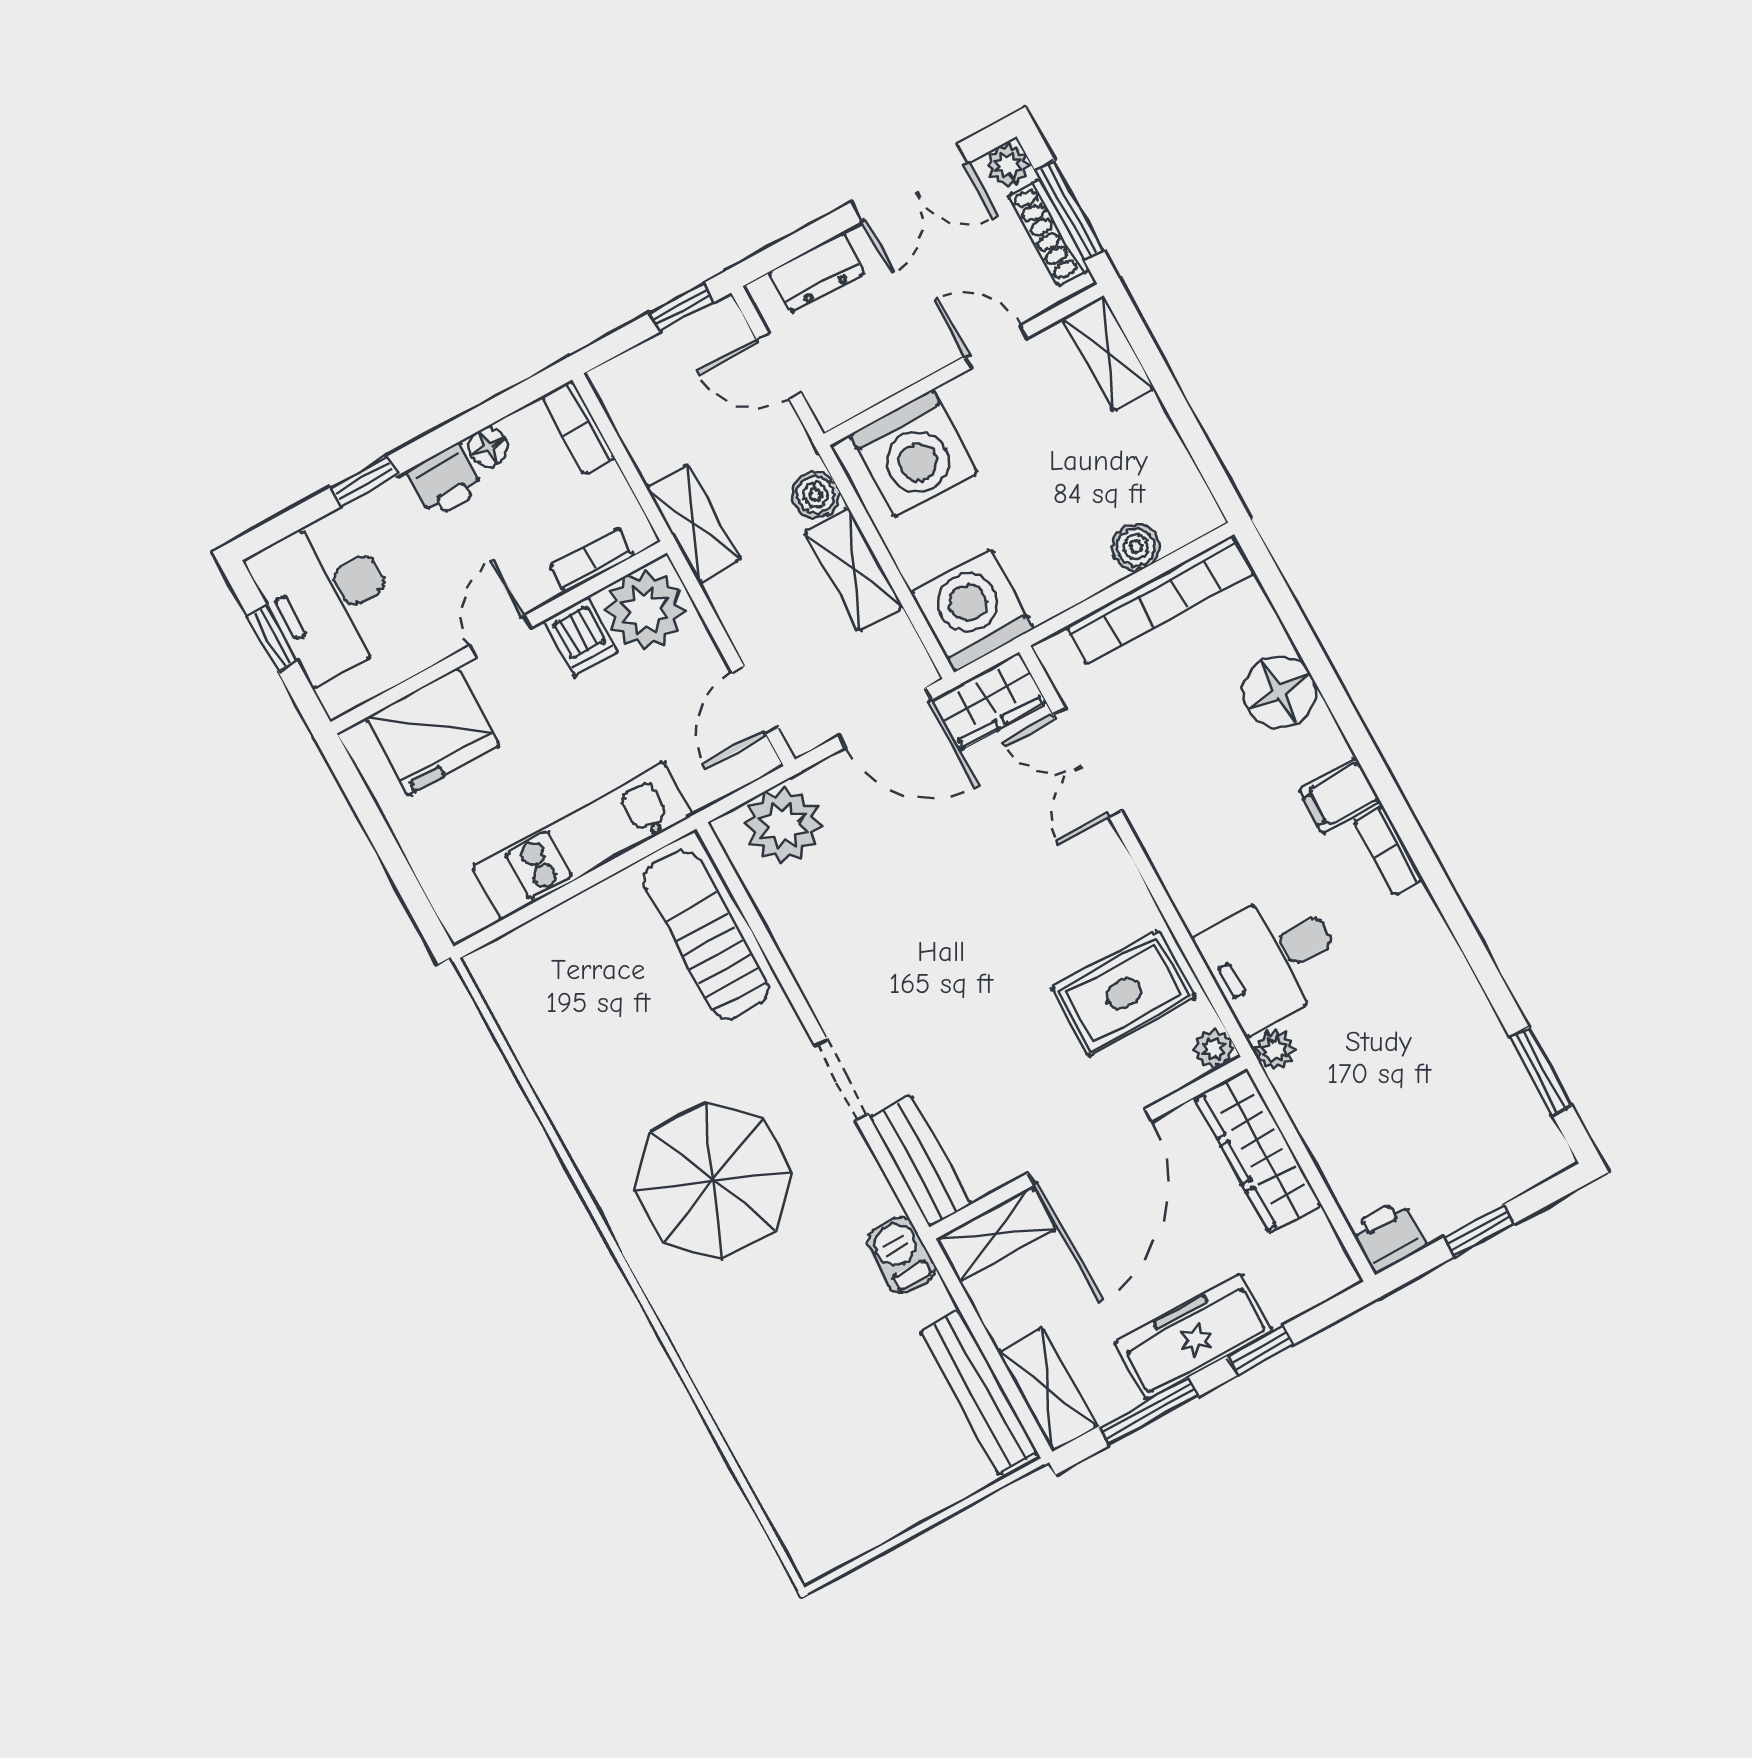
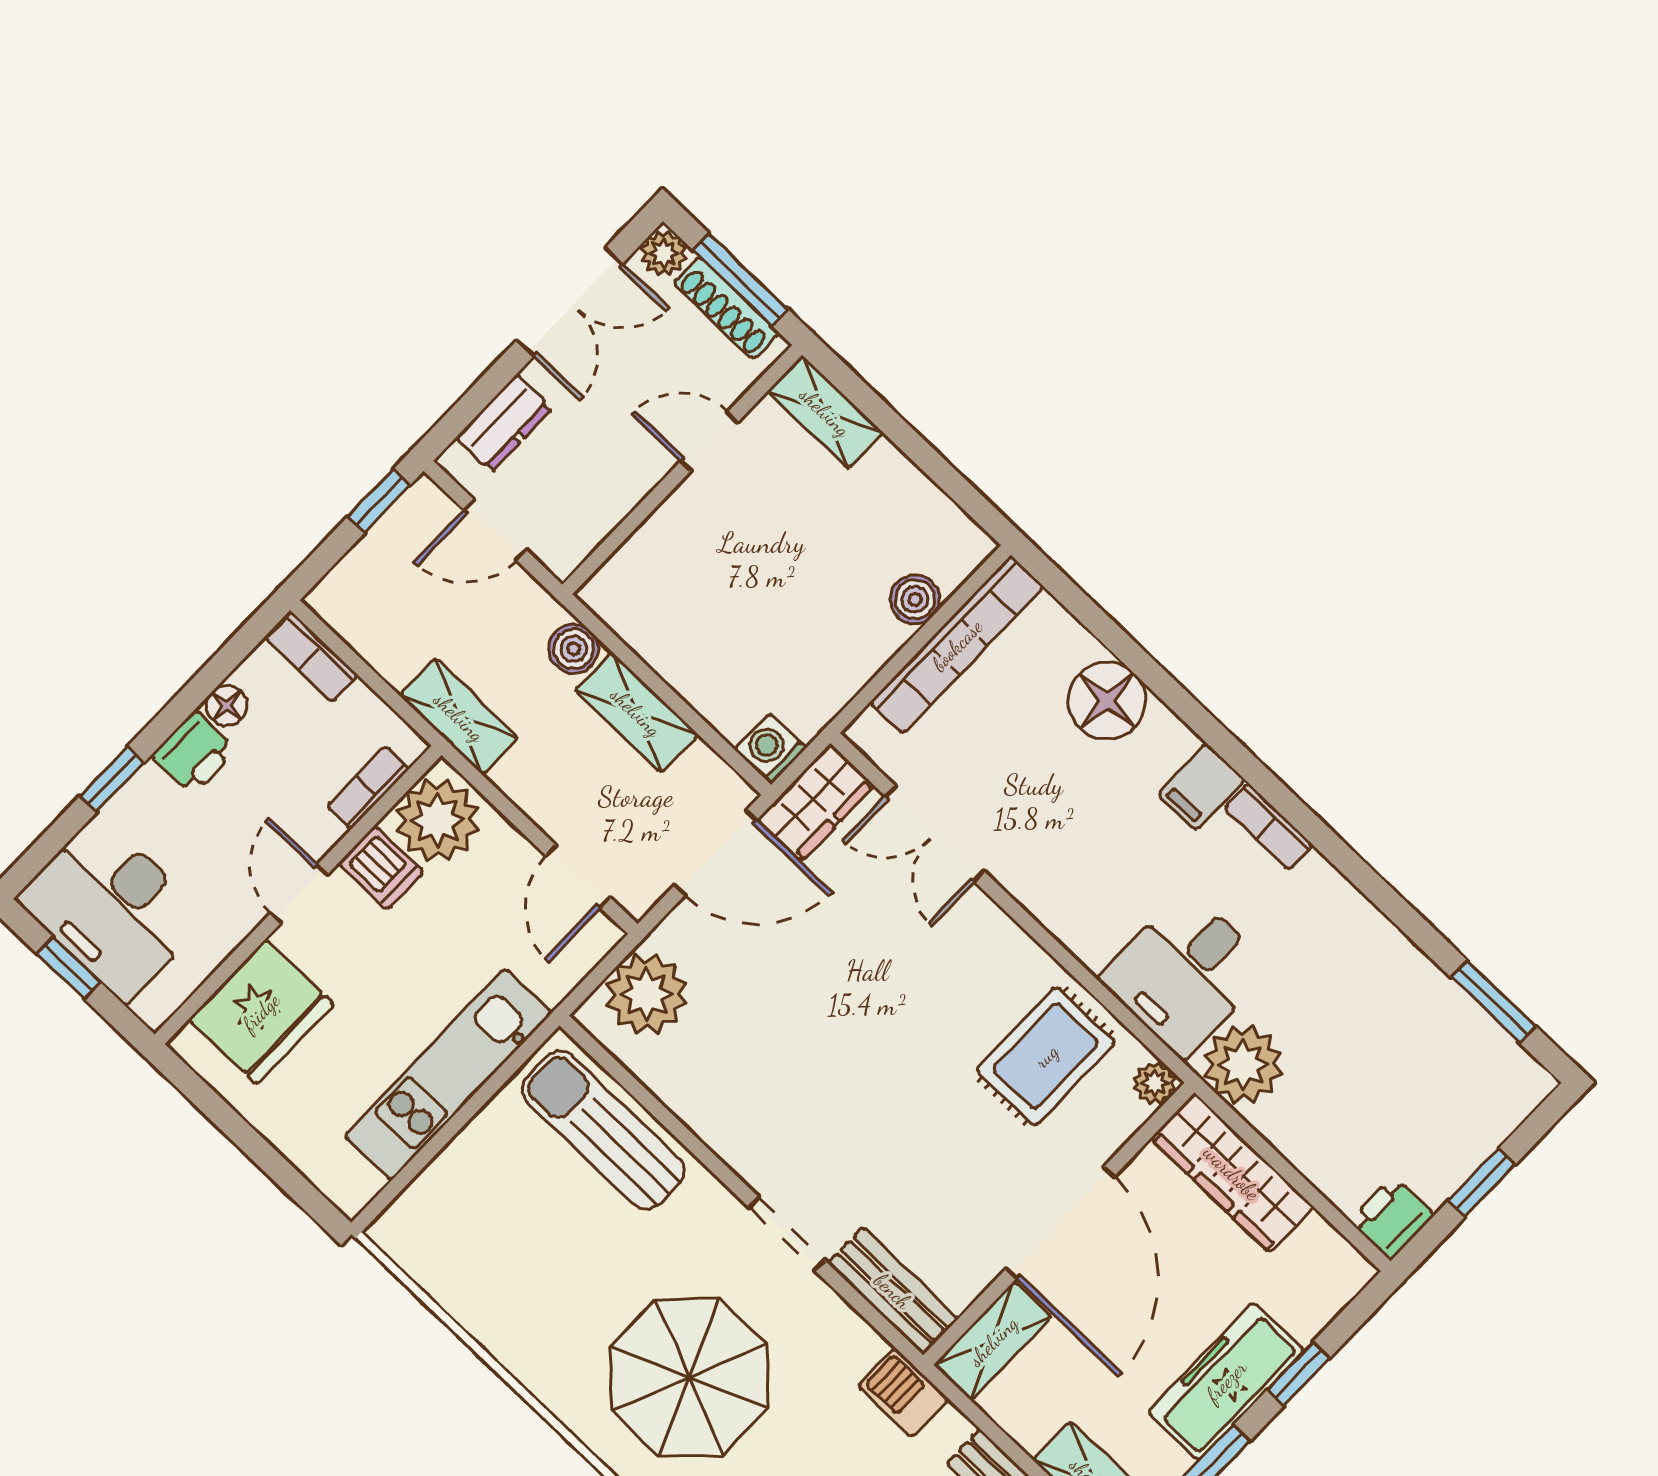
washing machine: (913, 453) -> (660, 576), removed
washing machine: (972, 611) -> (770, 749), width x0.53, depth x0.53
plant: (1275, 1050) -> (1243, 1065), width x1.88, depth x1.88

